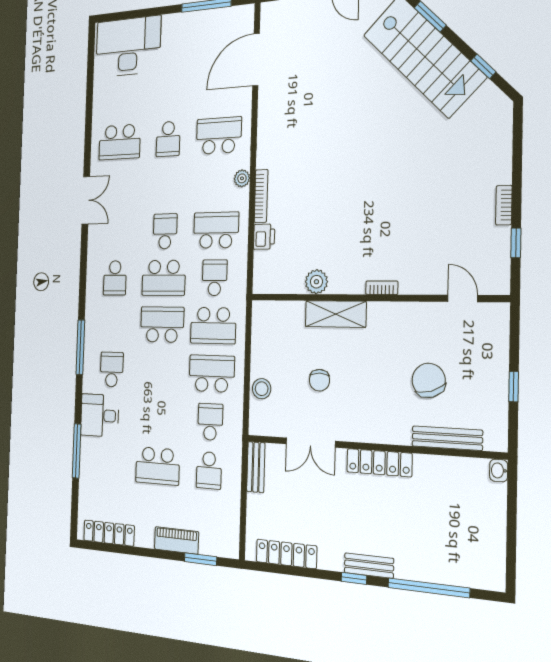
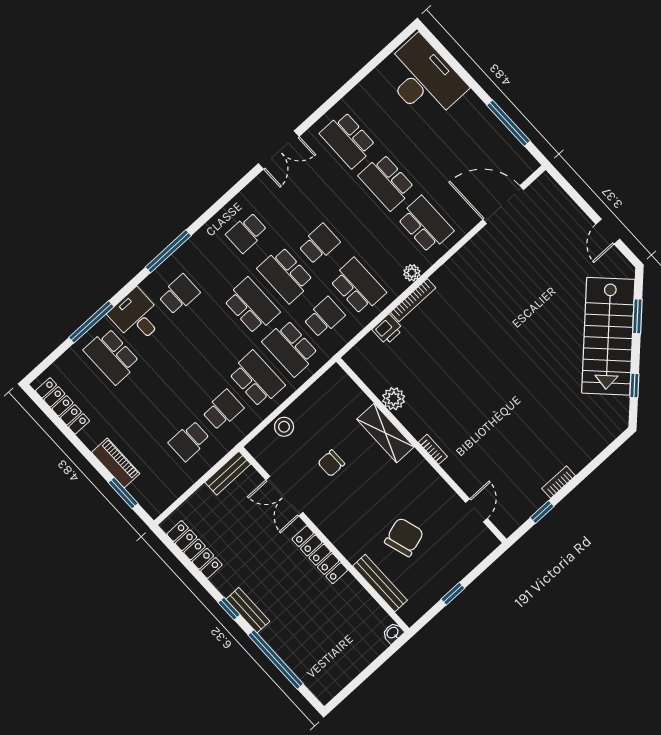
school desk: (168, 139) -> (387, 182), width x1.85
school desk: (158, 466) -> (112, 356), moved

